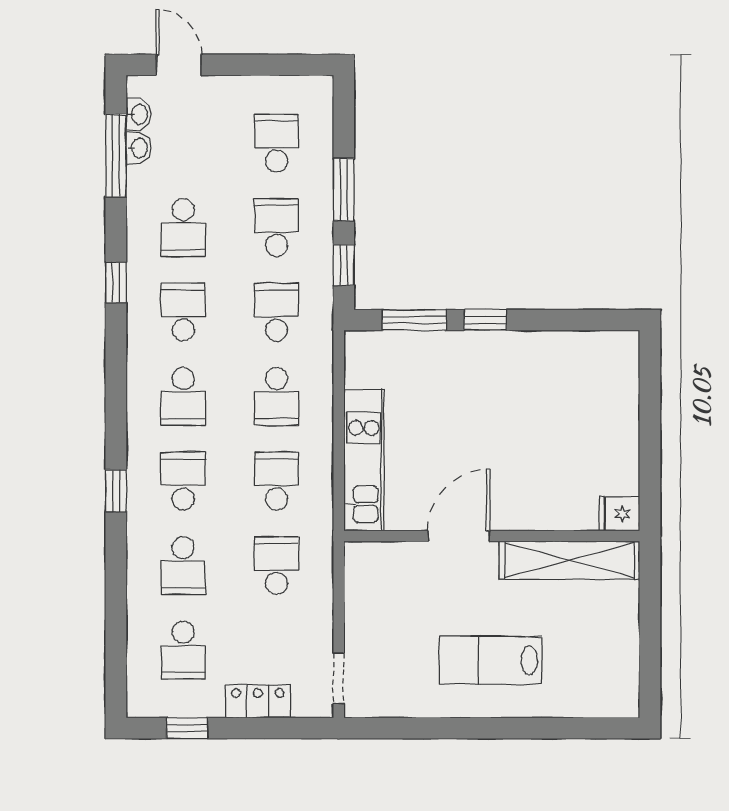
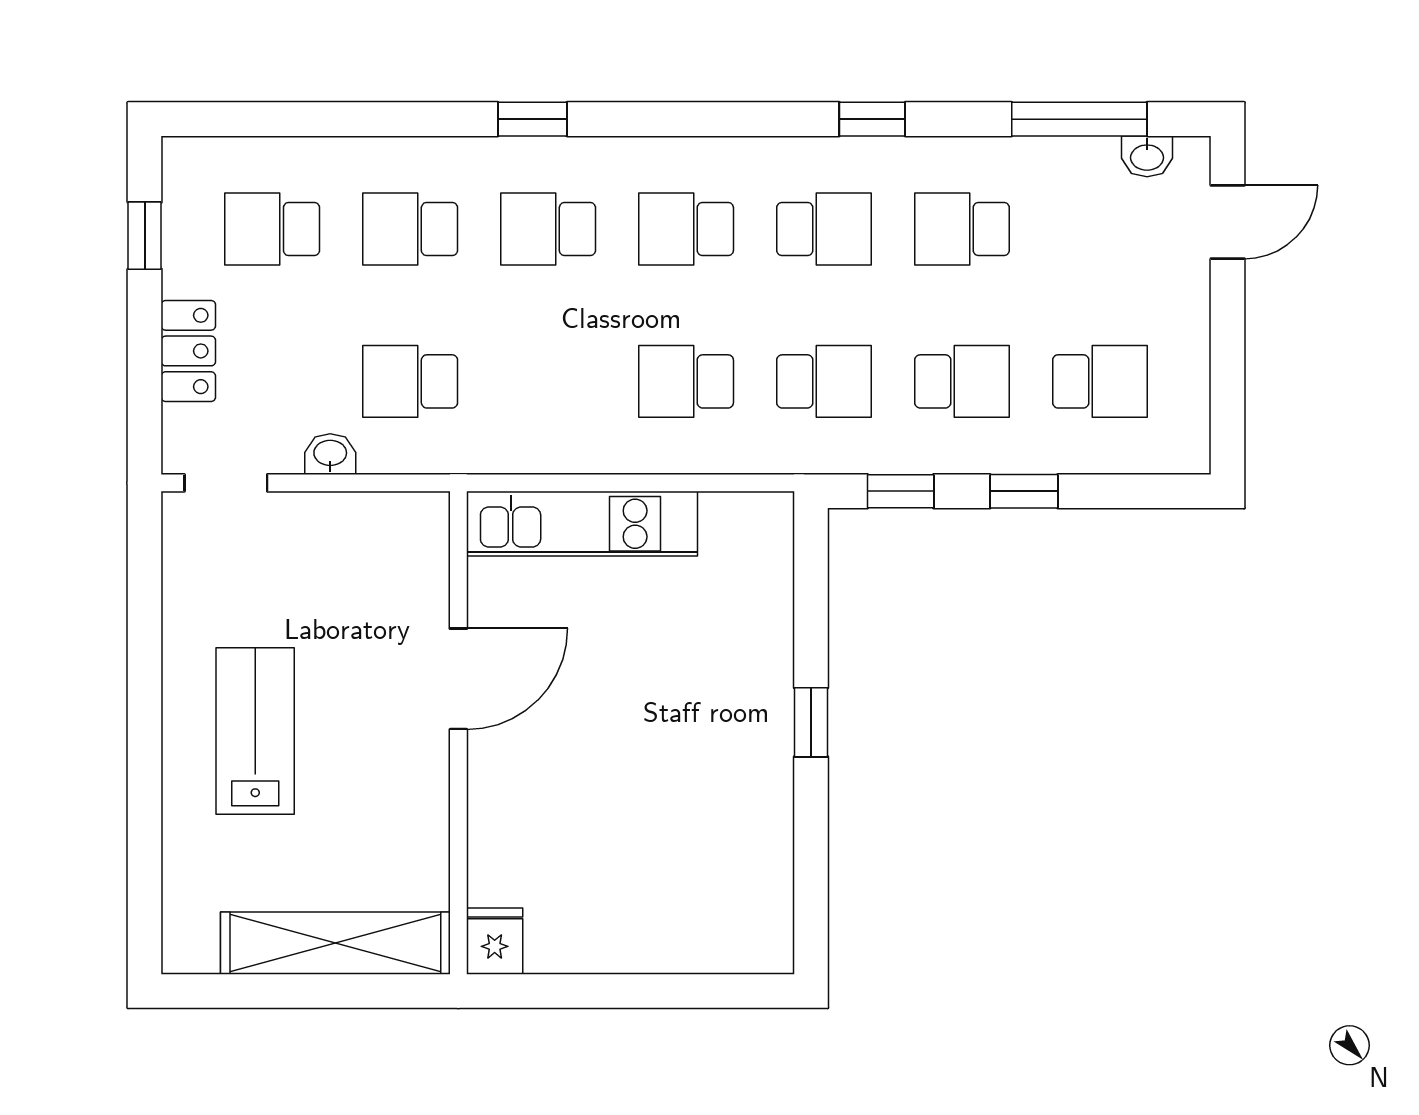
washbasin: (139, 148) -> (330, 454), moved, turned 180
window: (344, 190) -> (1024, 491), width x0.67
window: (414, 320) -> (811, 606), removed
school desk: (183, 481) -> (548, 229), turned 180
school desk: (276, 481) -> (548, 381), removed
door: (459, 536) -> (458, 679), hinge flipped
shelving: (569, 560) -> (335, 943), moved, turned 90
school desk: (276, 566) -> (410, 381), turned 180

